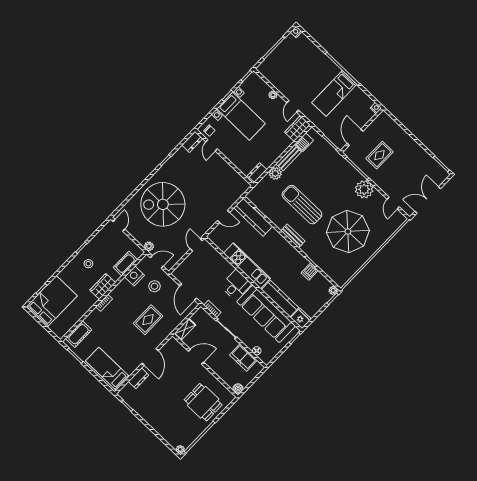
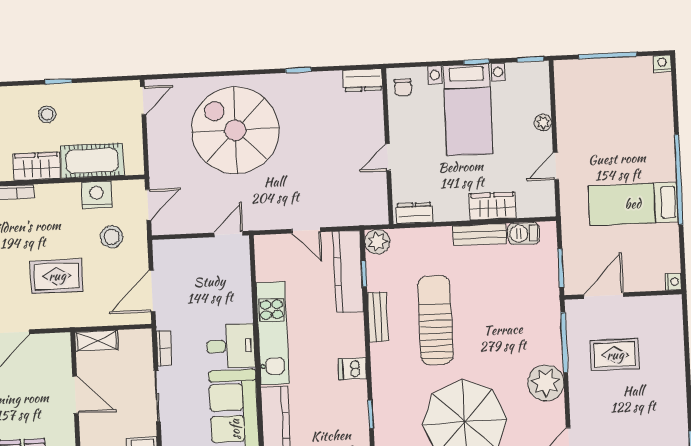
wardrobe: (297, 128) -> (493, 206), moved
door: (212, 145) -> (388, 157), moved
plant: (275, 173) -> (377, 242), moved
bench: (293, 236) -> (378, 317), moved
plant: (149, 246) -> (158, 172), removed
door: (157, 262) -> (148, 205), hinge flipped
cot: (125, 264) -> (92, 161), width x1.37, depth x1.34
dishwasher: (310, 272) -> (352, 369), moved

